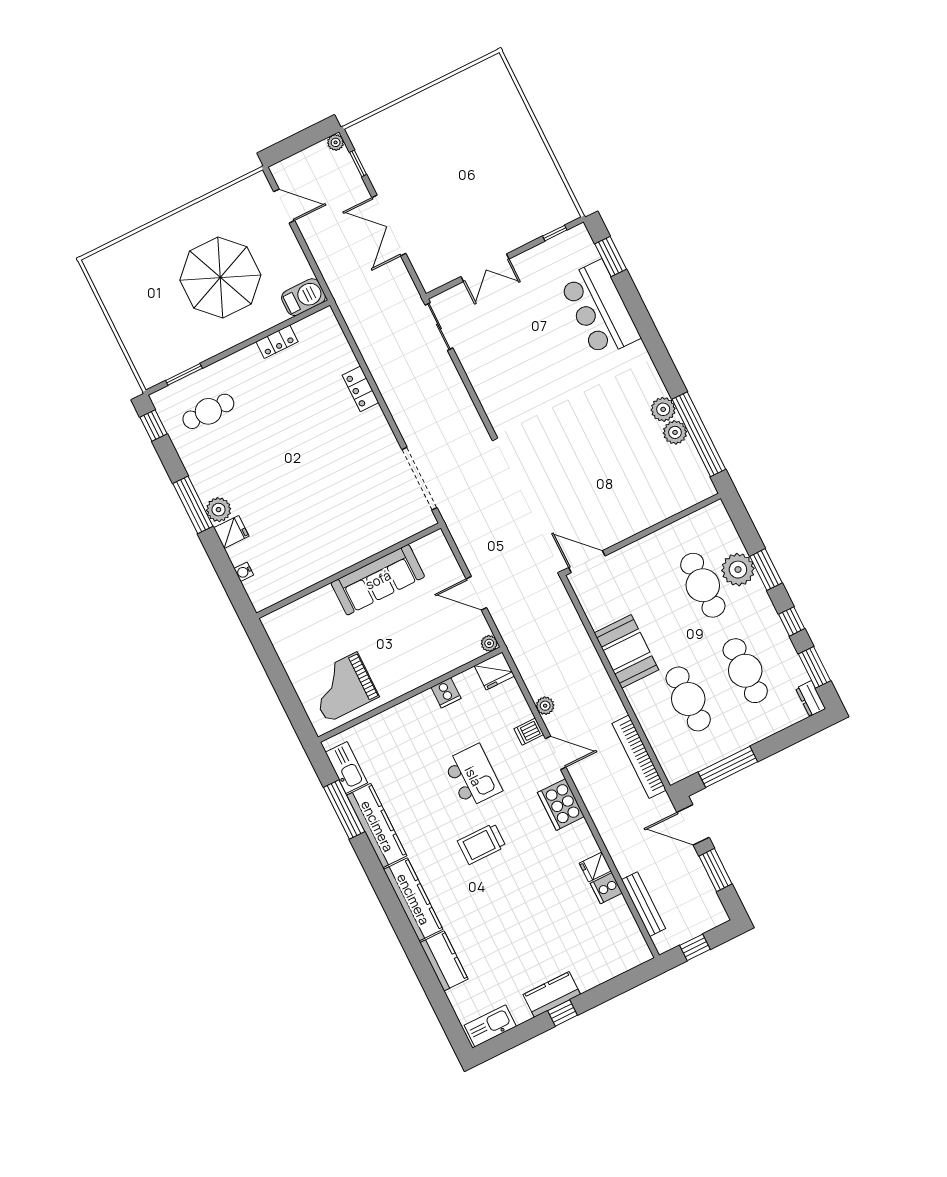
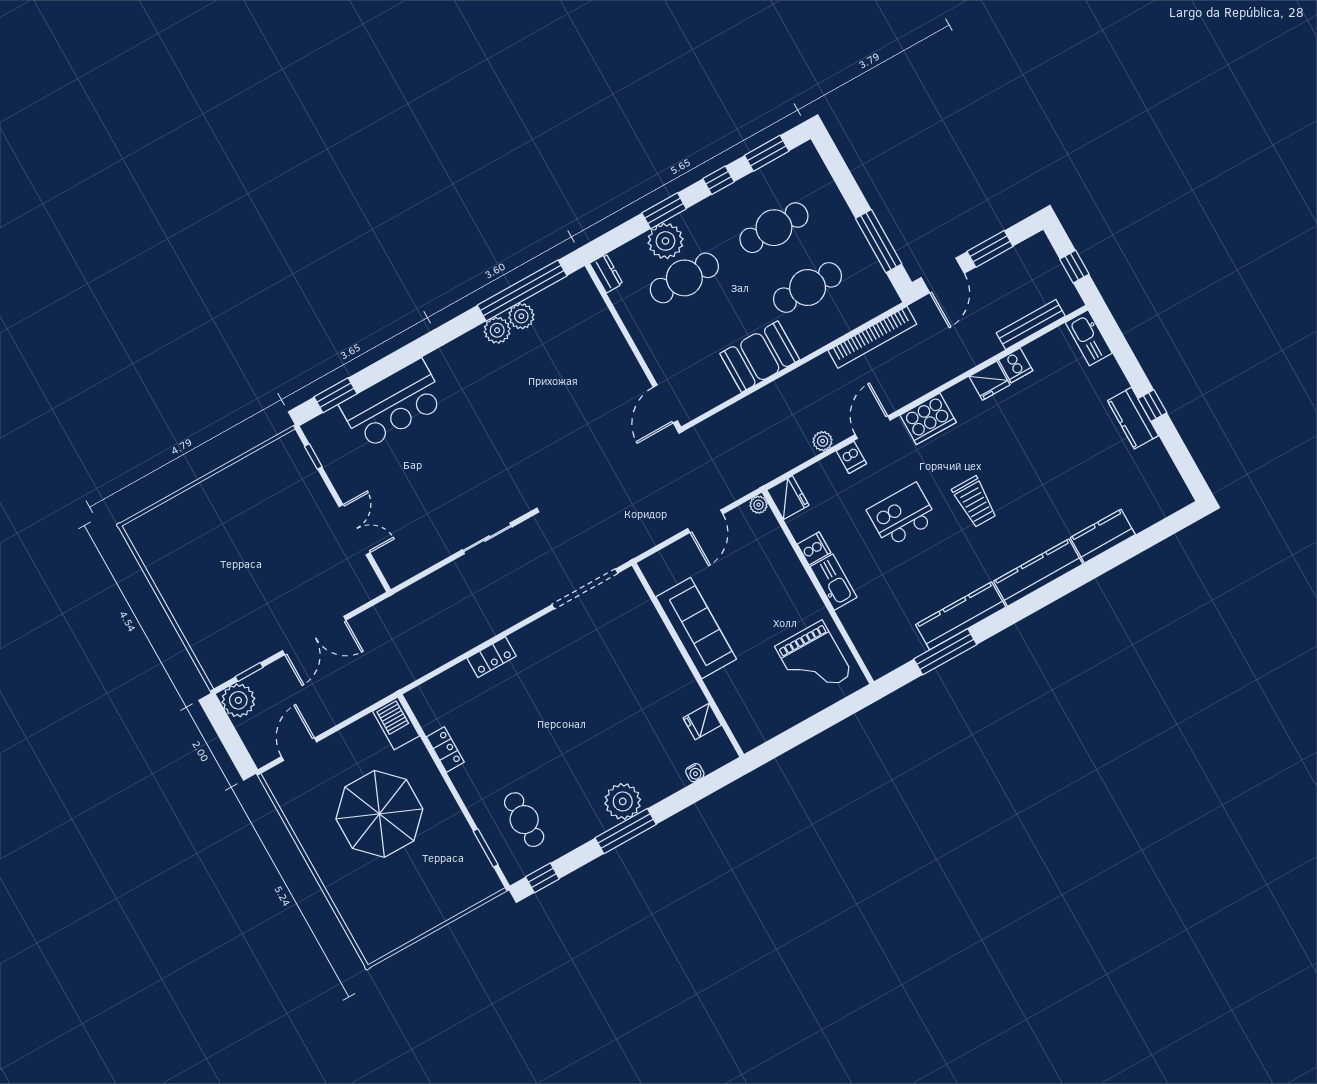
plant: (336, 142) -> (238, 700), width x1.88, depth x1.88
sliding door: (439, 326) -> (487, 538), moved
plant: (219, 510) -> (623, 801), width x1.36, depth x1.36
fridge: (231, 532) -> (702, 721), moved, turned -90
dresser: (811, 699) -> (606, 273), moved, turned -90
kitchen sink: (346, 767) -> (833, 582), moved, turned 90
fridge: (595, 867) -> (990, 381), width x1.38
kitchen sink: (490, 1026) -> (1089, 338), moved

